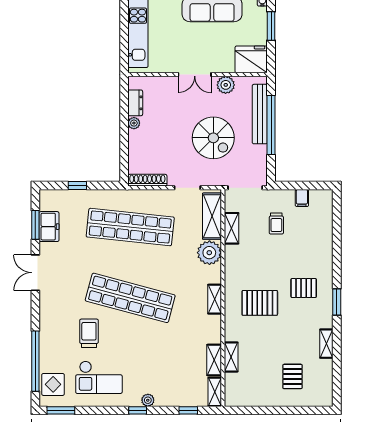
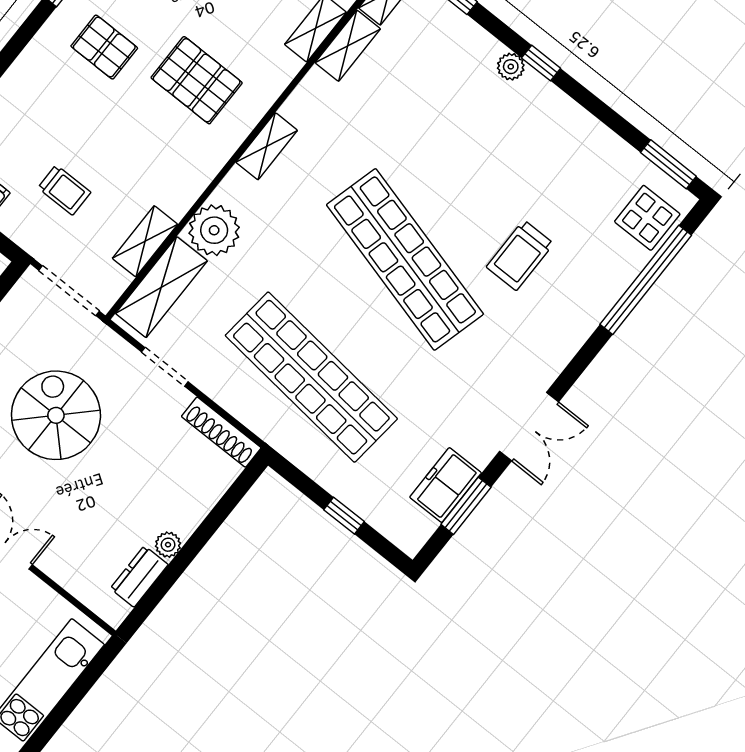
trolley: (276, 224) -> (64, 190), turned 90
checkout: (99, 377) -> (562, 169), removed

